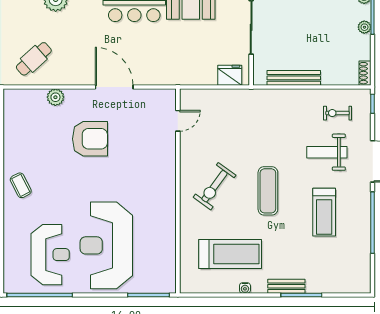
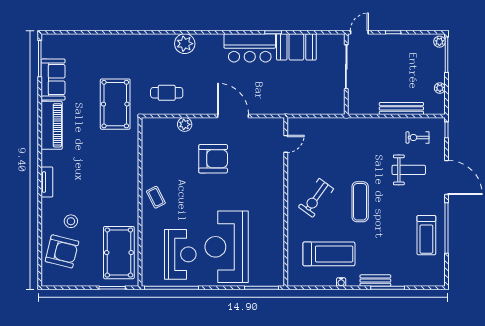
plant: (364, 27) -> (440, 88), moved
cafe table: (34, 59) -> (167, 93), turned 42
shoe rack: (365, 73) -> (440, 105), removed
fridge: (230, 75) -> (329, 106), removed
bench: (294, 78) -> (401, 108), moved
weight bench: (327, 152) -> (409, 170), turned 180
treadmill: (324, 212) -> (426, 235), moved

